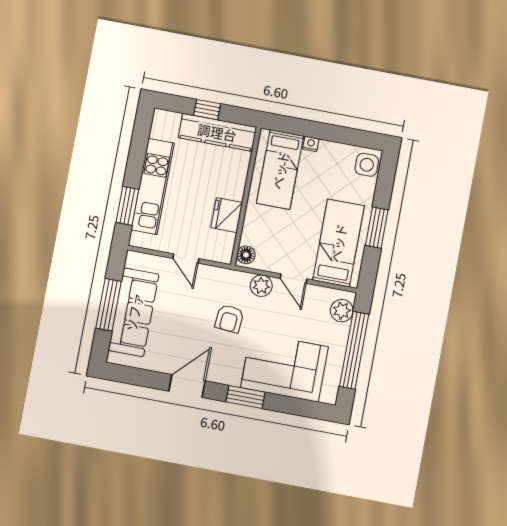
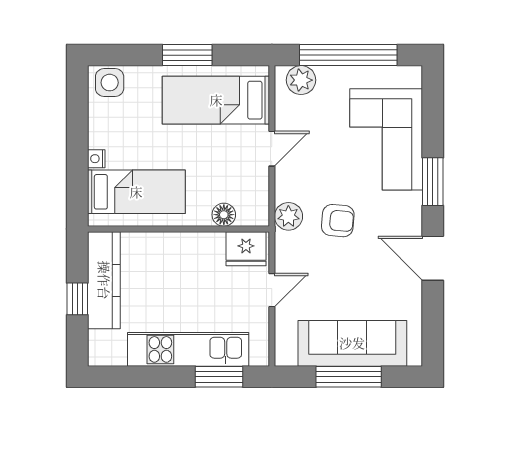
fridge: (227, 215) -> (246, 249), moved
floor lamp: (246, 255) -> (224, 215), moved
plant: (261, 286) -> (288, 216), moved

